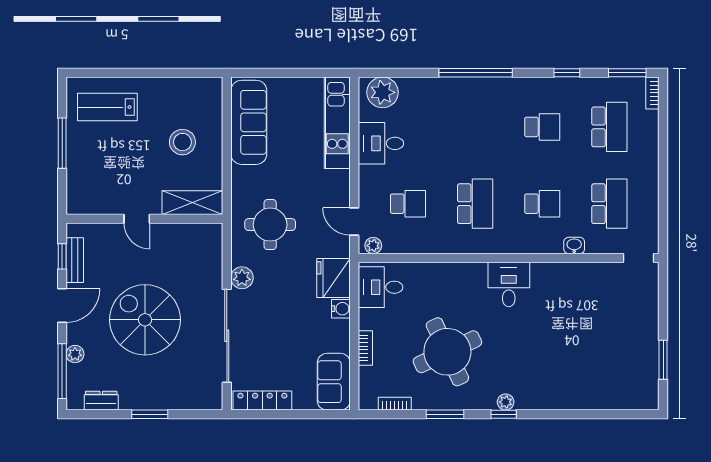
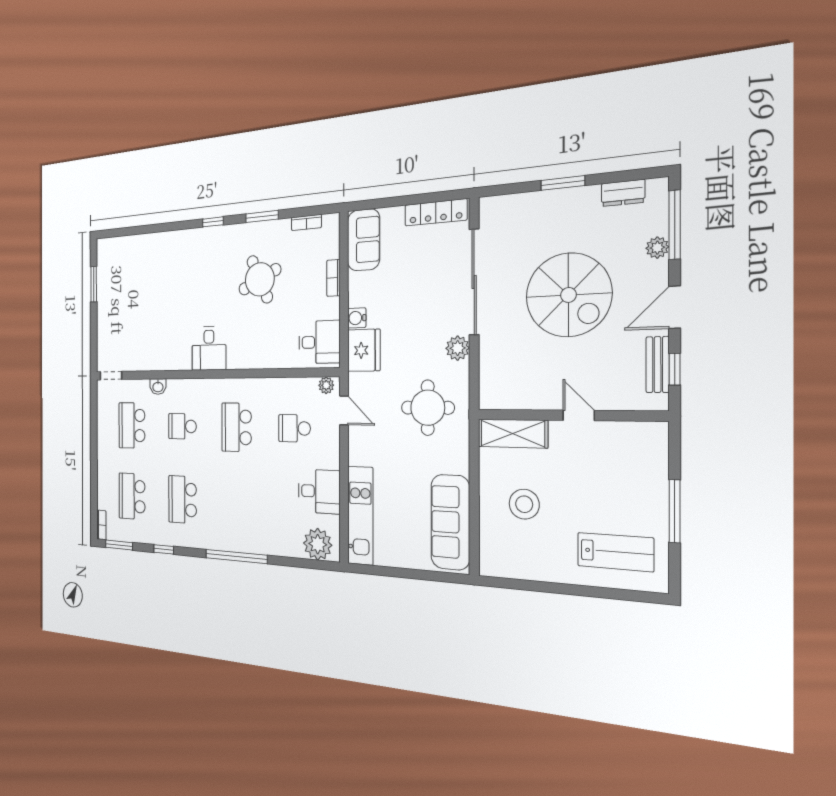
school desk: (542, 127) -> (183, 500), width x1.85
round table: (447, 352) -> (260, 279), width x0.73, depth x0.73
plant: (506, 402) -> (211, 234), removed

